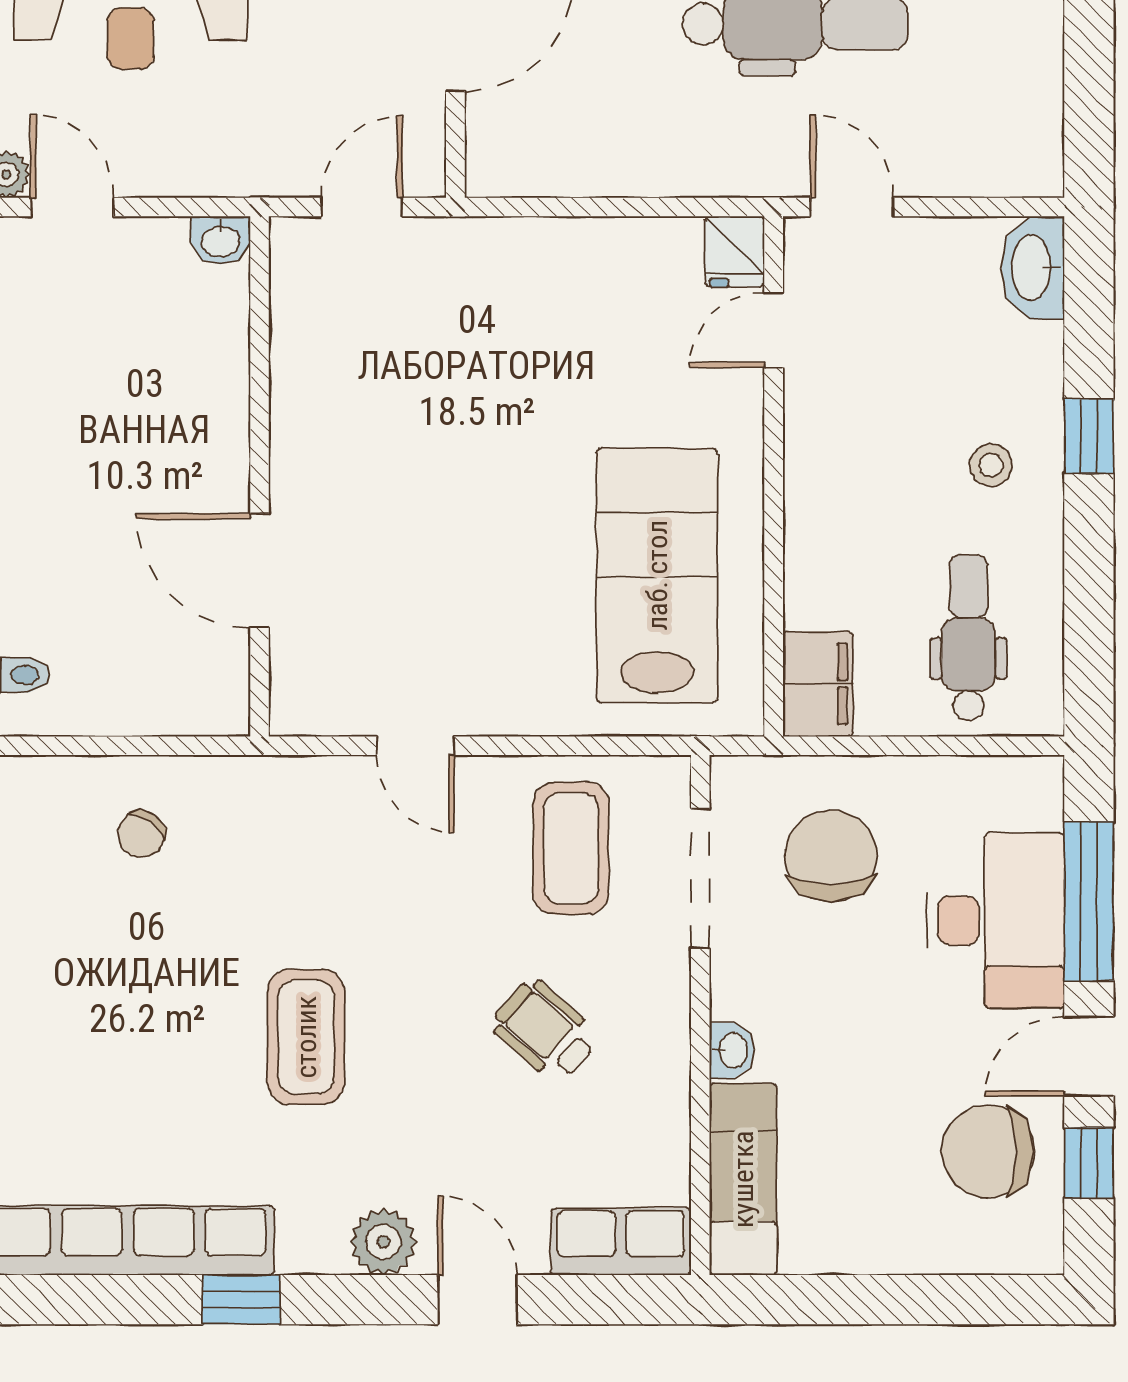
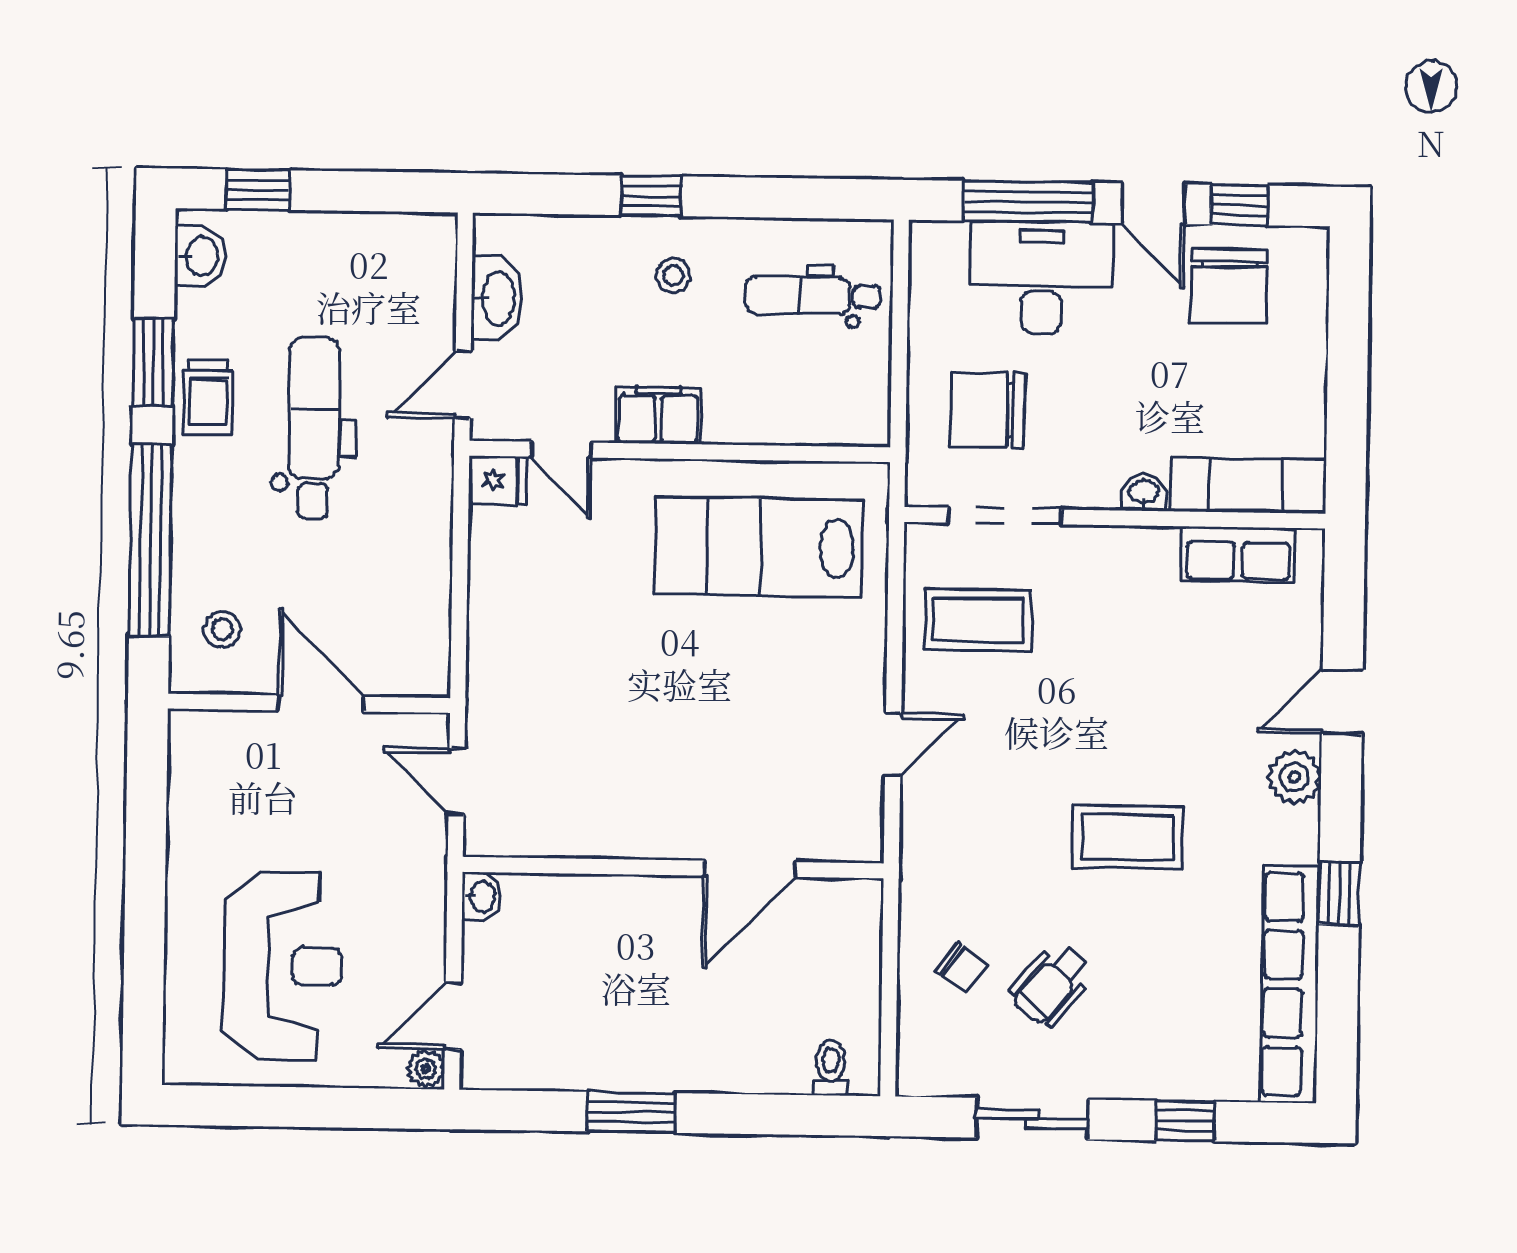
washbasin: (1033, 268) -> (497, 298), moved, turned -90
filing cabinet: (818, 684) -> (658, 415), moved
wheelchair: (545, 1030) -> (1052, 985), moved
row of seats: (621, 1242) -> (1238, 554), moved, turned -90

